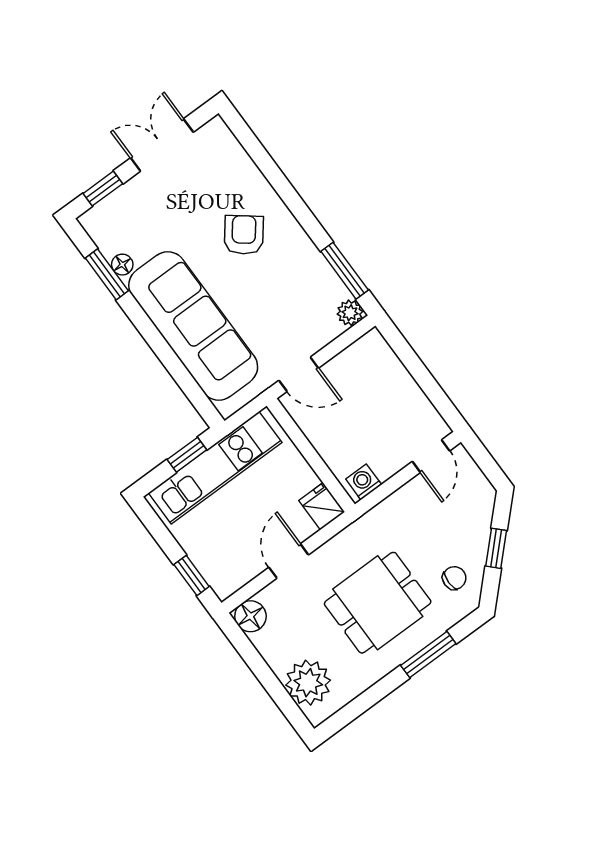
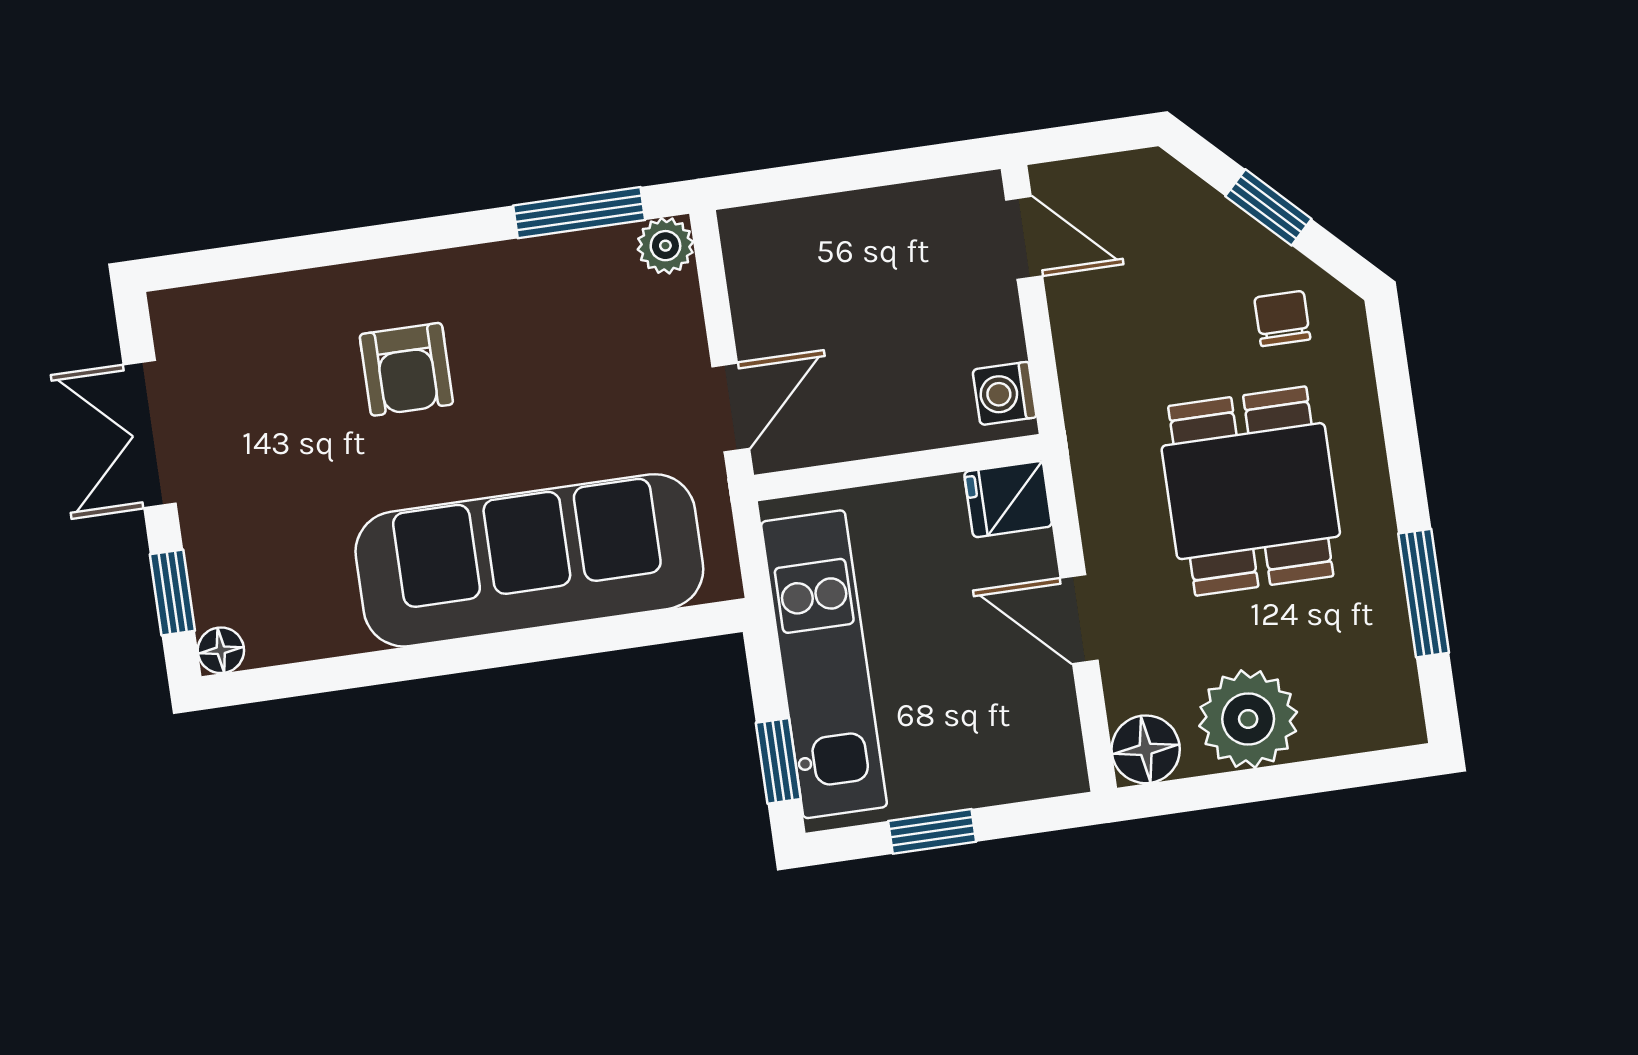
armchair: (244, 235) -> (406, 369), turned -128
floor lamp: (122, 265) -> (221, 650), moved
window: (107, 274) -> (341, 673), removed
window: (187, 455) -> (778, 761), moved
window: (192, 576) -> (932, 831), moved
window: (428, 655) -> (1424, 593), moved
plant: (308, 683) -> (1248, 719), moved

